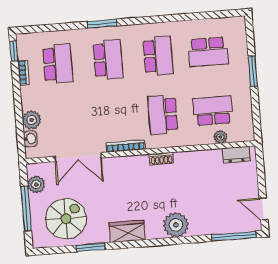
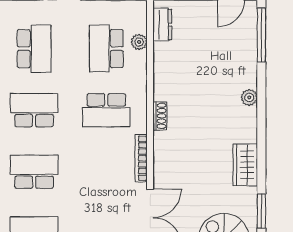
plant: (176, 225) -> (249, 97), width x0.53, depth x0.53

